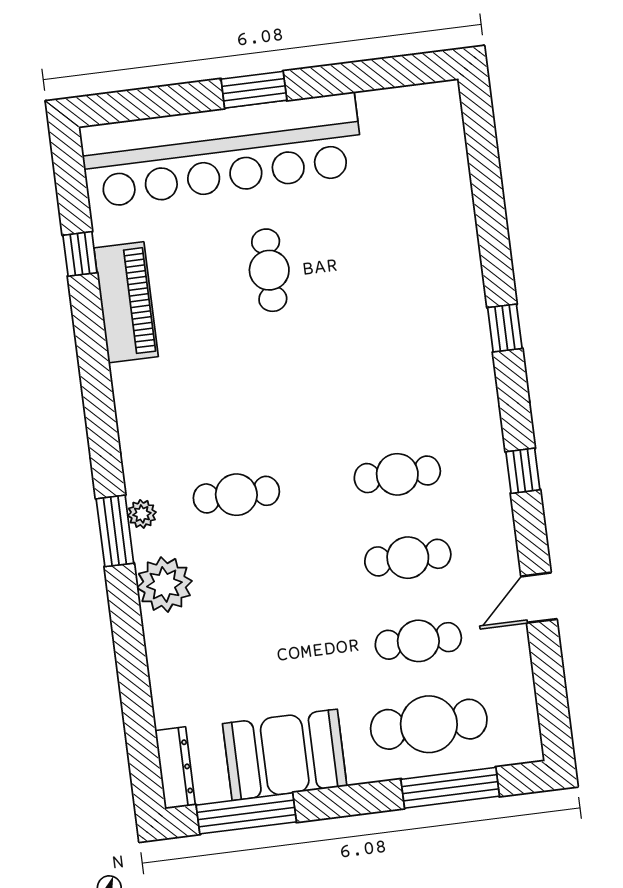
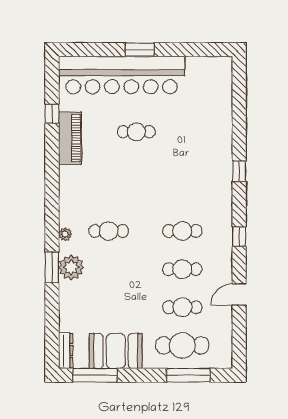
cafe table: (269, 270) -> (136, 132), turned 90
window: (115, 531) -> (52, 267), moved

